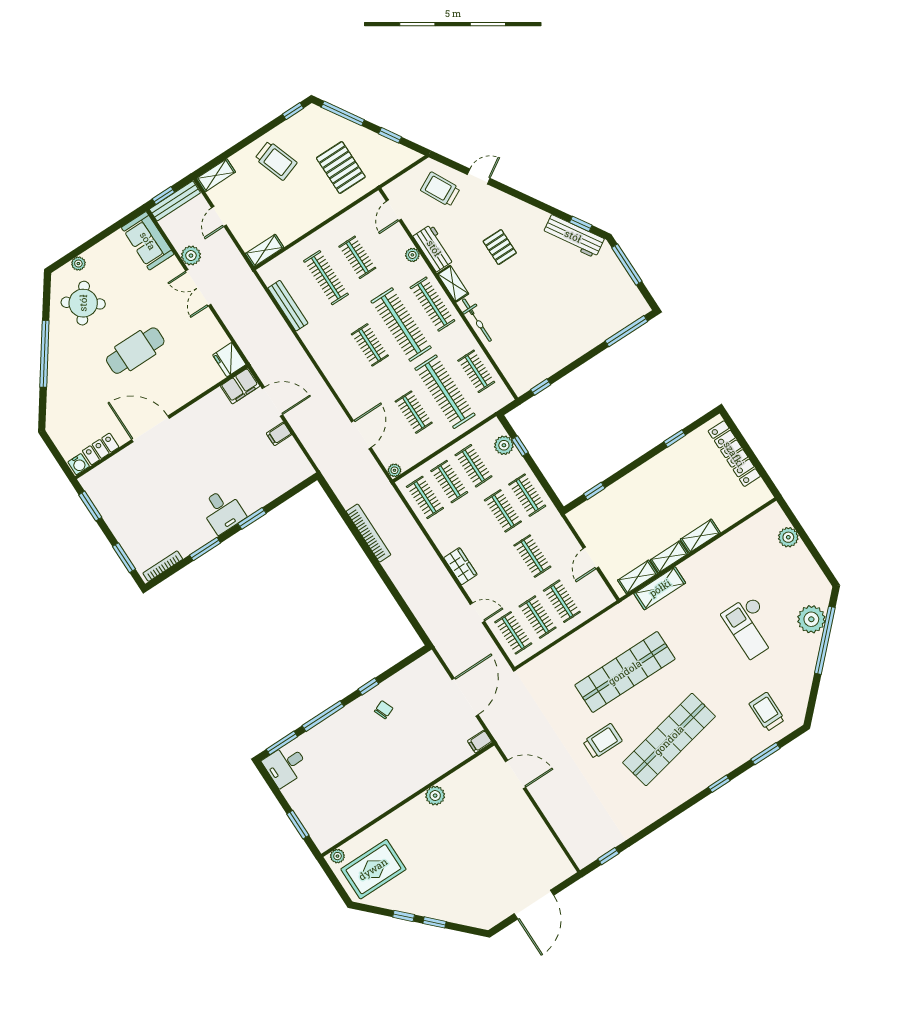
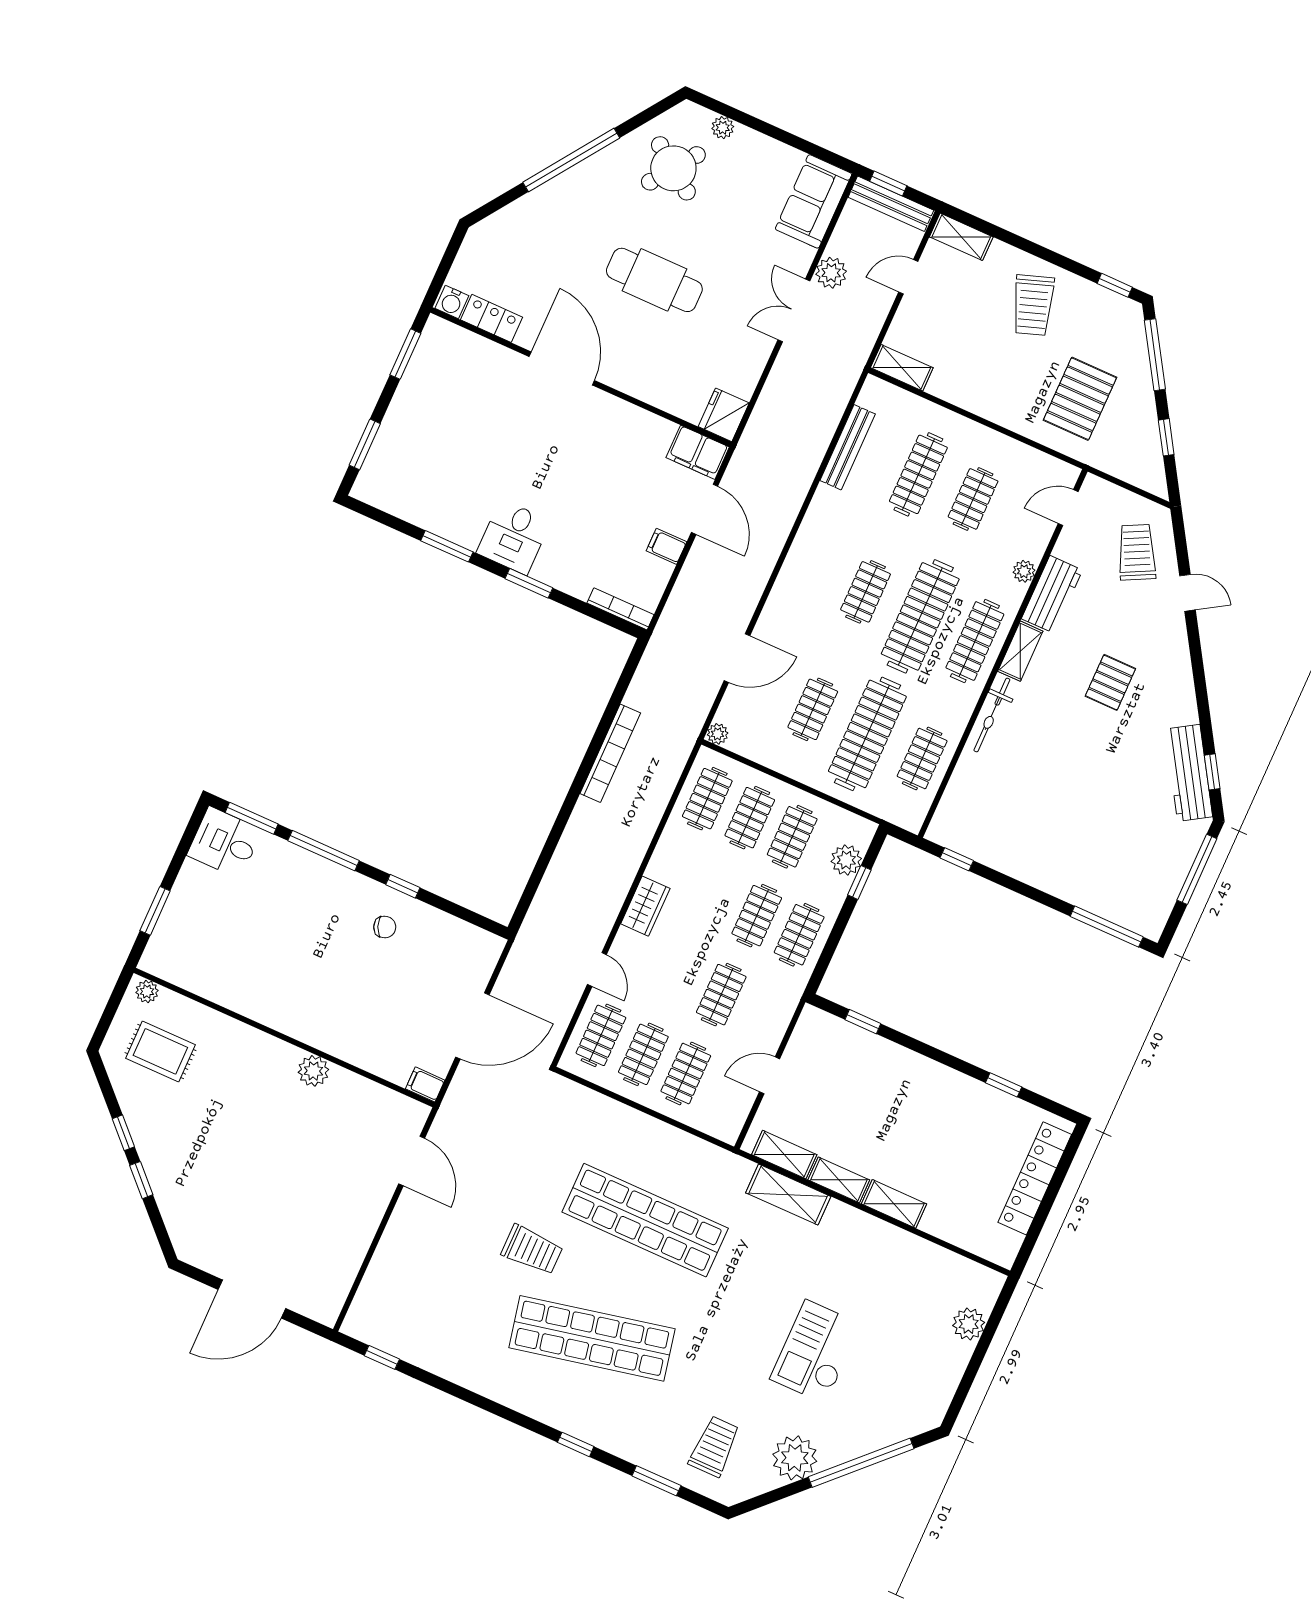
bookcase: (163, 566) -> (620, 609), moved
plant: (811, 619) -> (795, 1458), moved
rug: (373, 869) -> (160, 1051), width x0.73, depth x0.70

